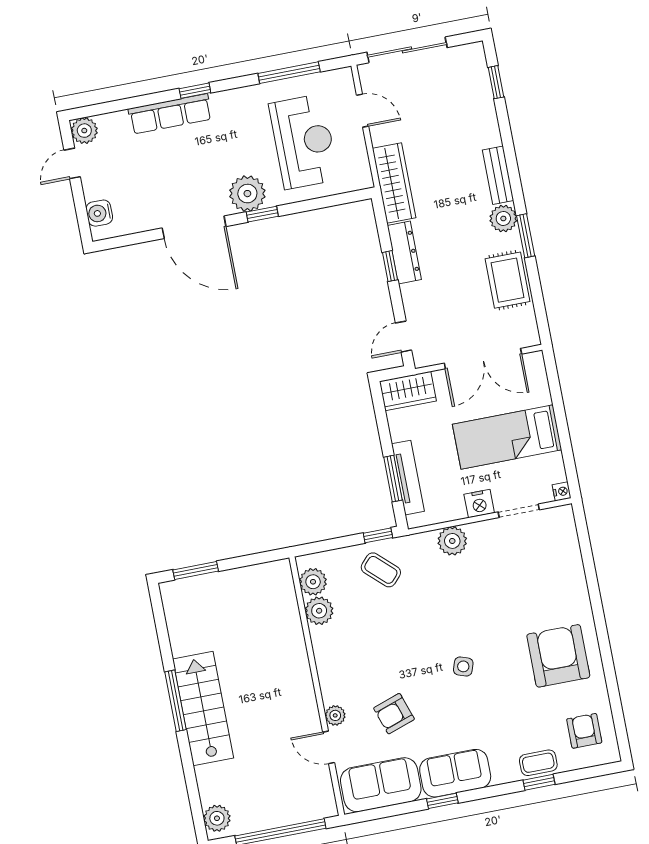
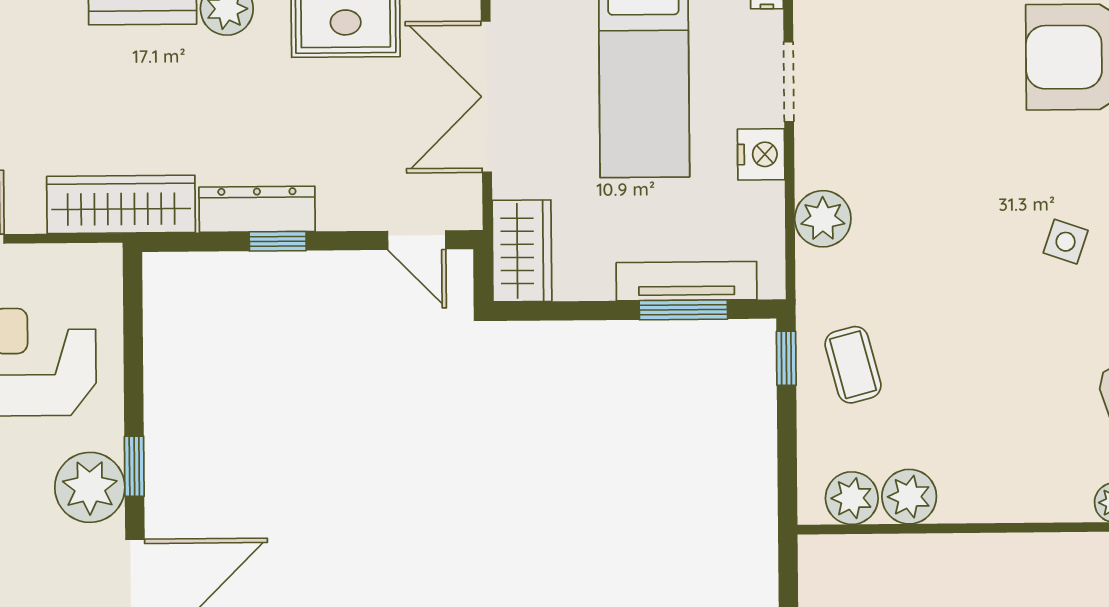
double door: (483, 359) -> (486, 97), swing flipped
coffee table: (381, 570) -> (853, 365), turned -58

